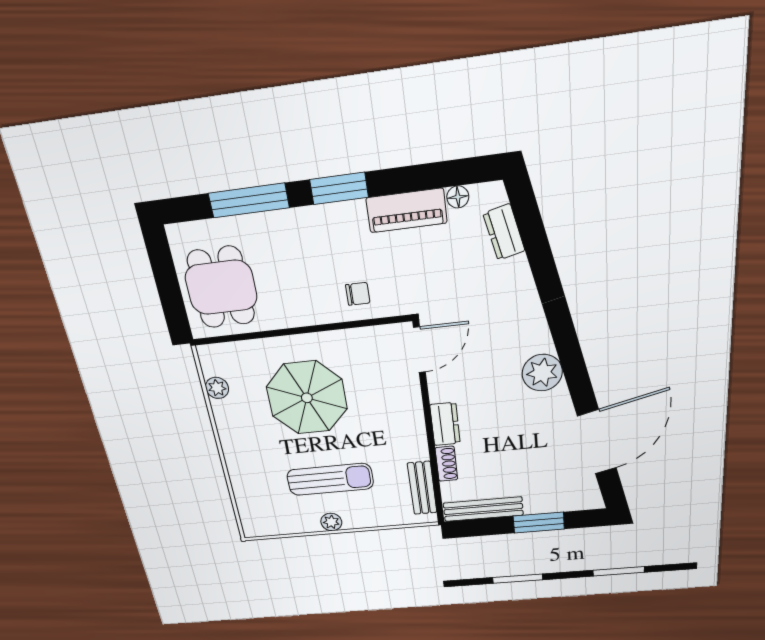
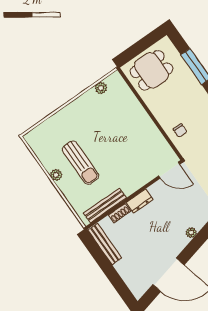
plant: (542, 373) -> (191, 233), width x0.53, depth x0.53
parasol: (307, 398) -> (118, 131), removed
bench: (422, 488) -> (105, 205), width x1.36
window: (539, 523) -> (112, 275), removed

